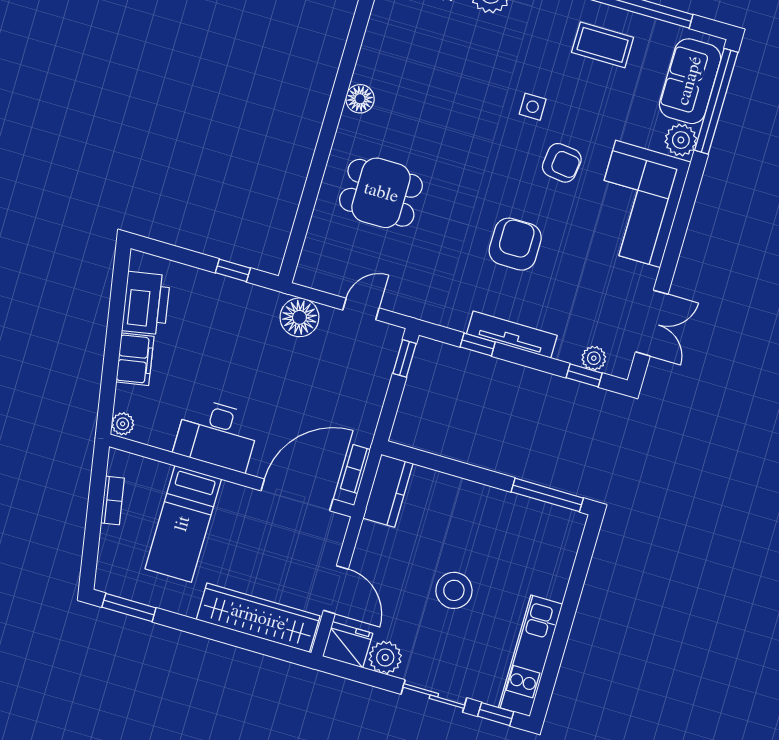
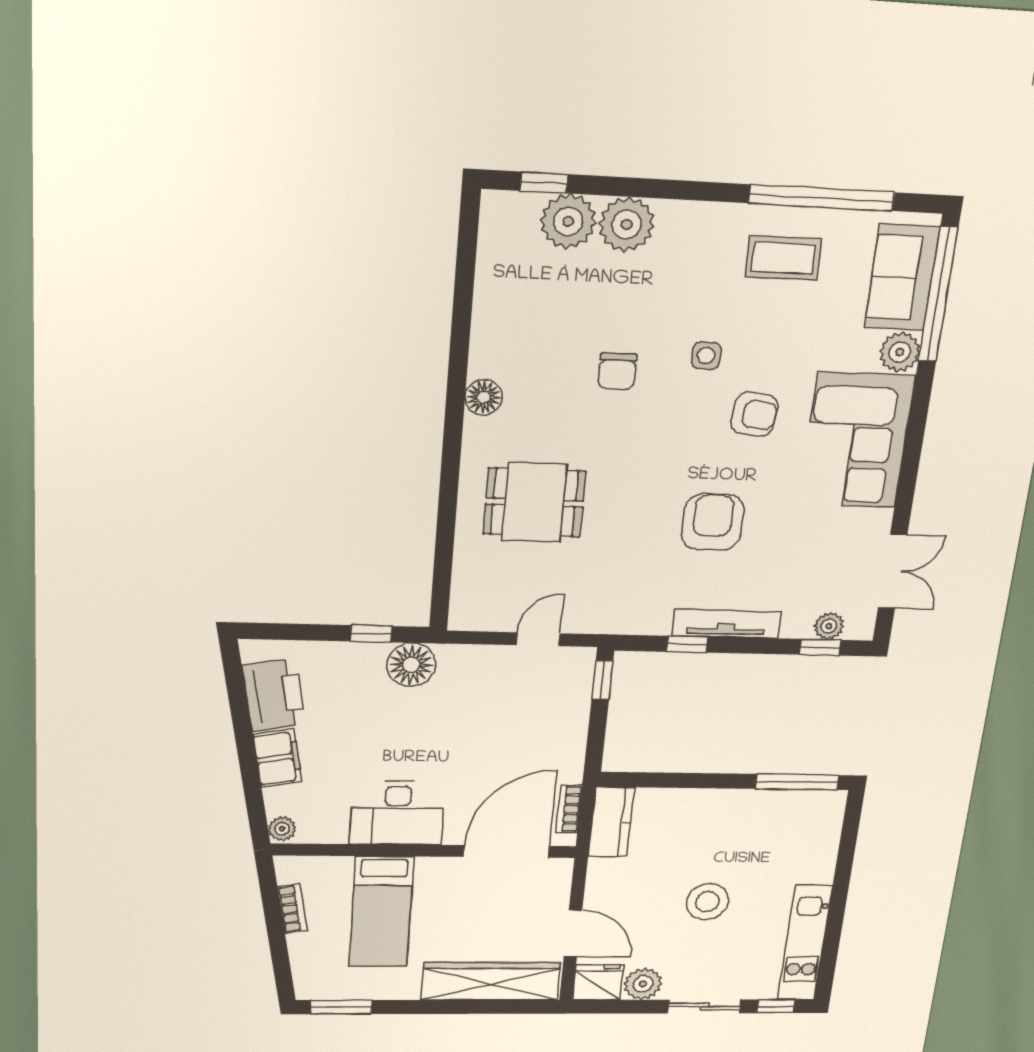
chair: (464, 103) -> (617, 371), added
floor lamp: (299, 317) -> (411, 665), moved

